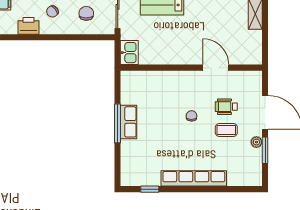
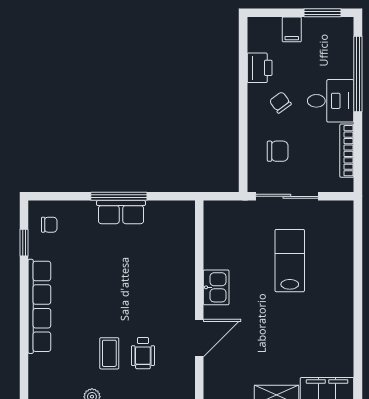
kitchen sink: (129, 53) -> (216, 287), moved, turned -90
wheelchair: (226, 107) -> (143, 353), turned 180
chair: (191, 116) -> (49, 225), moved

